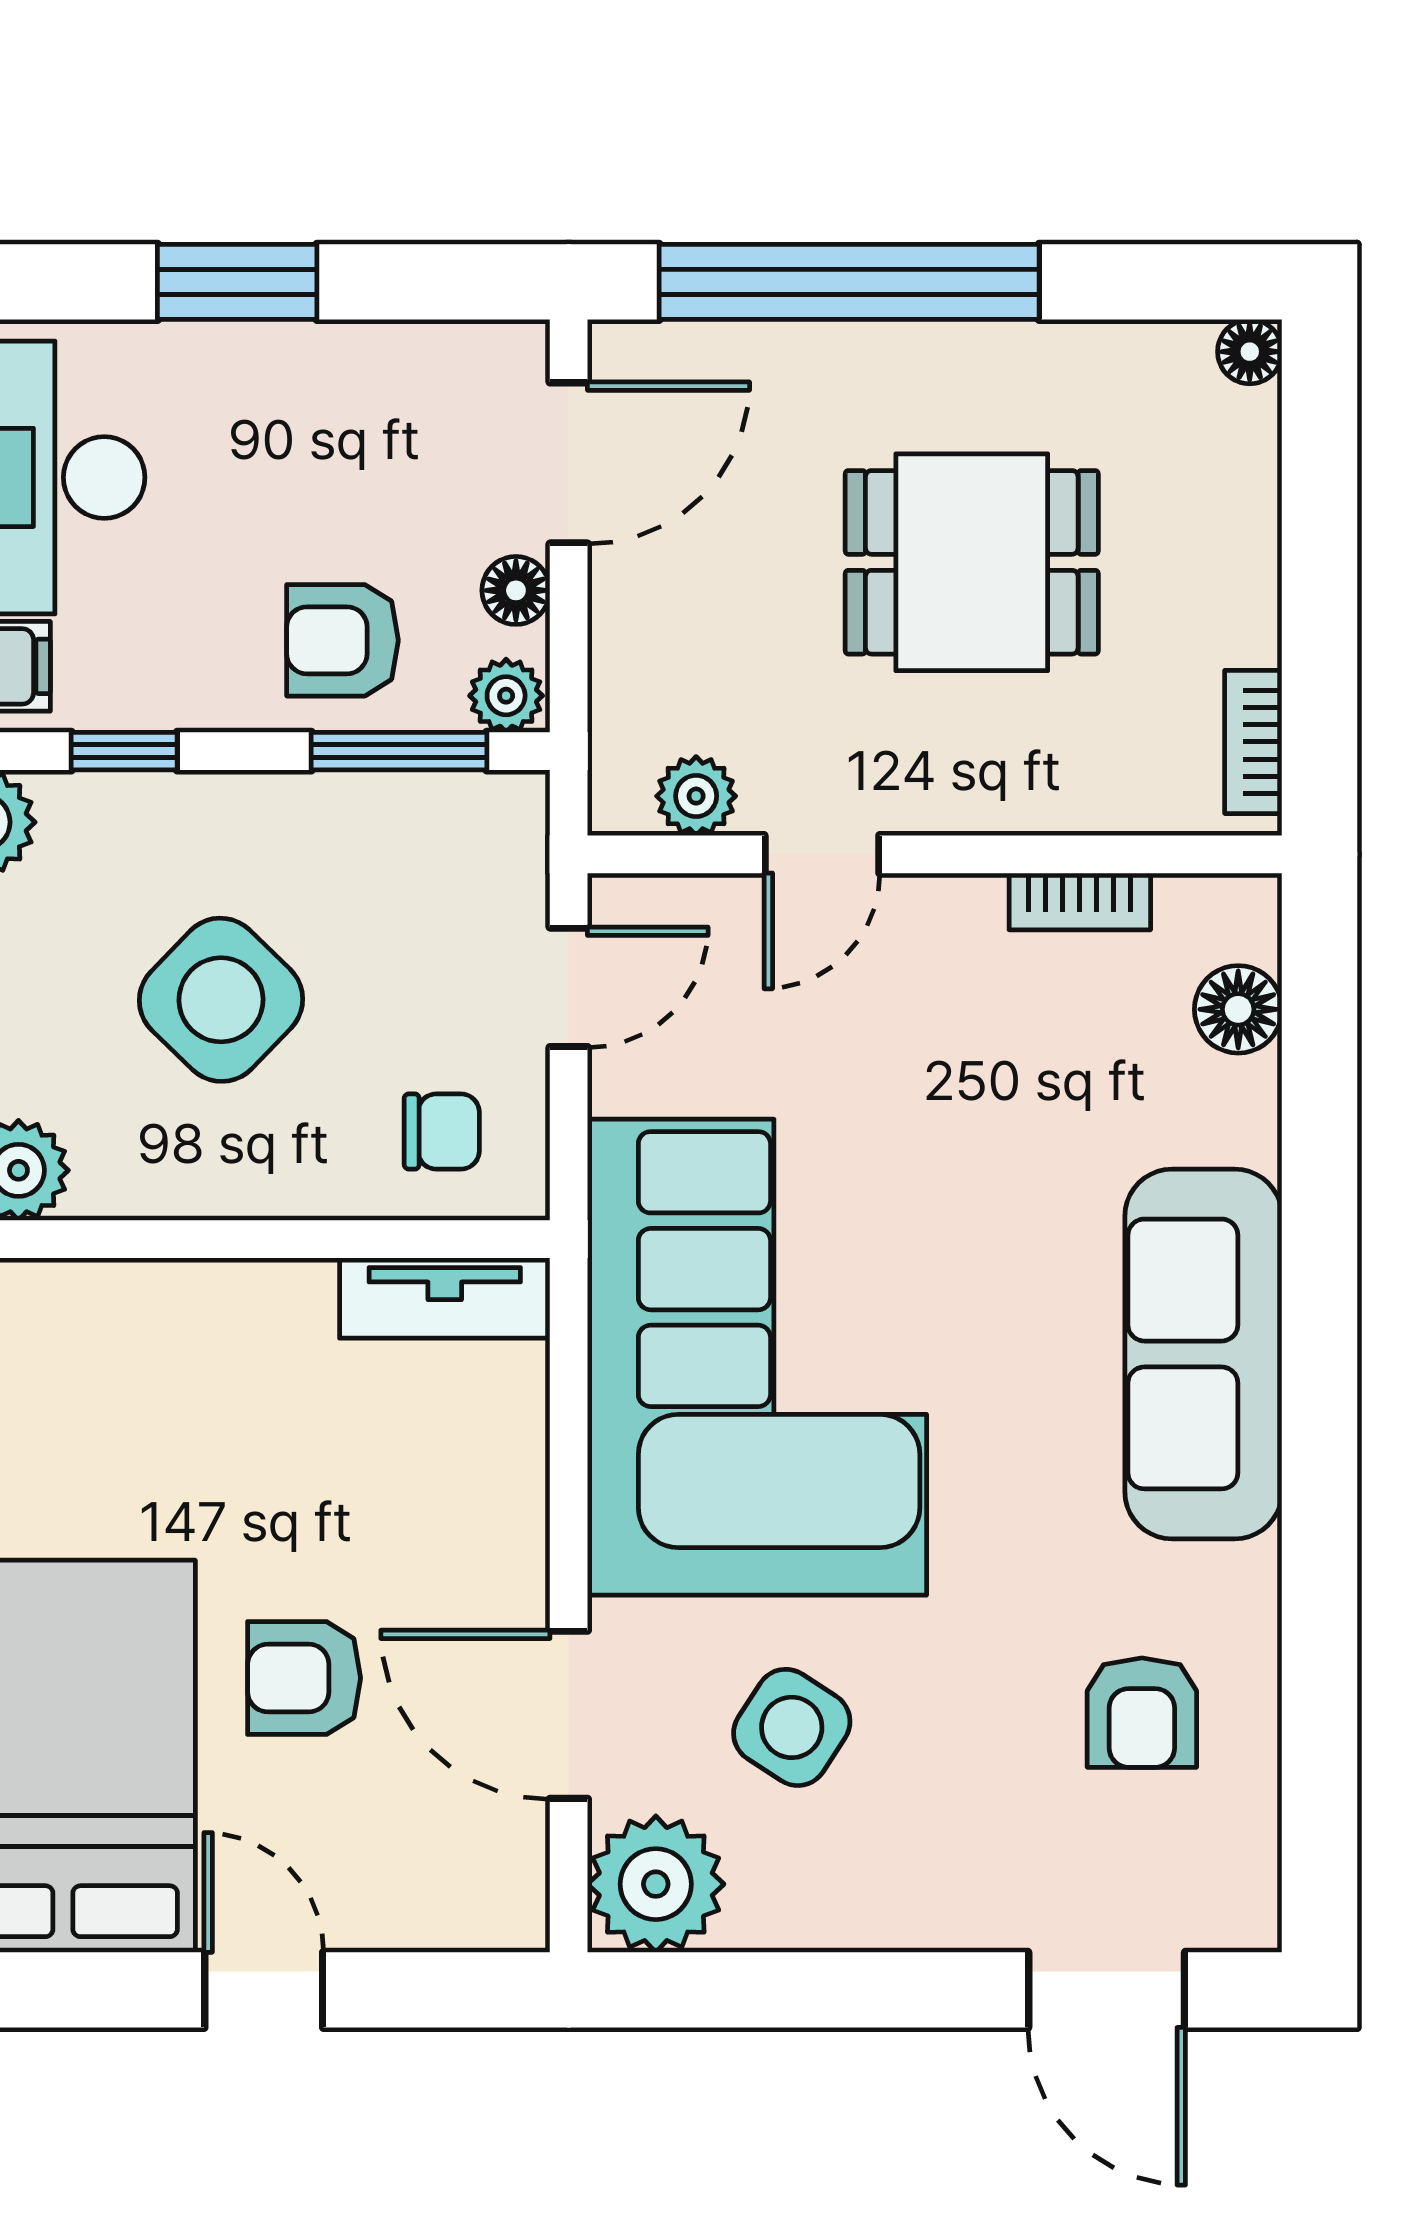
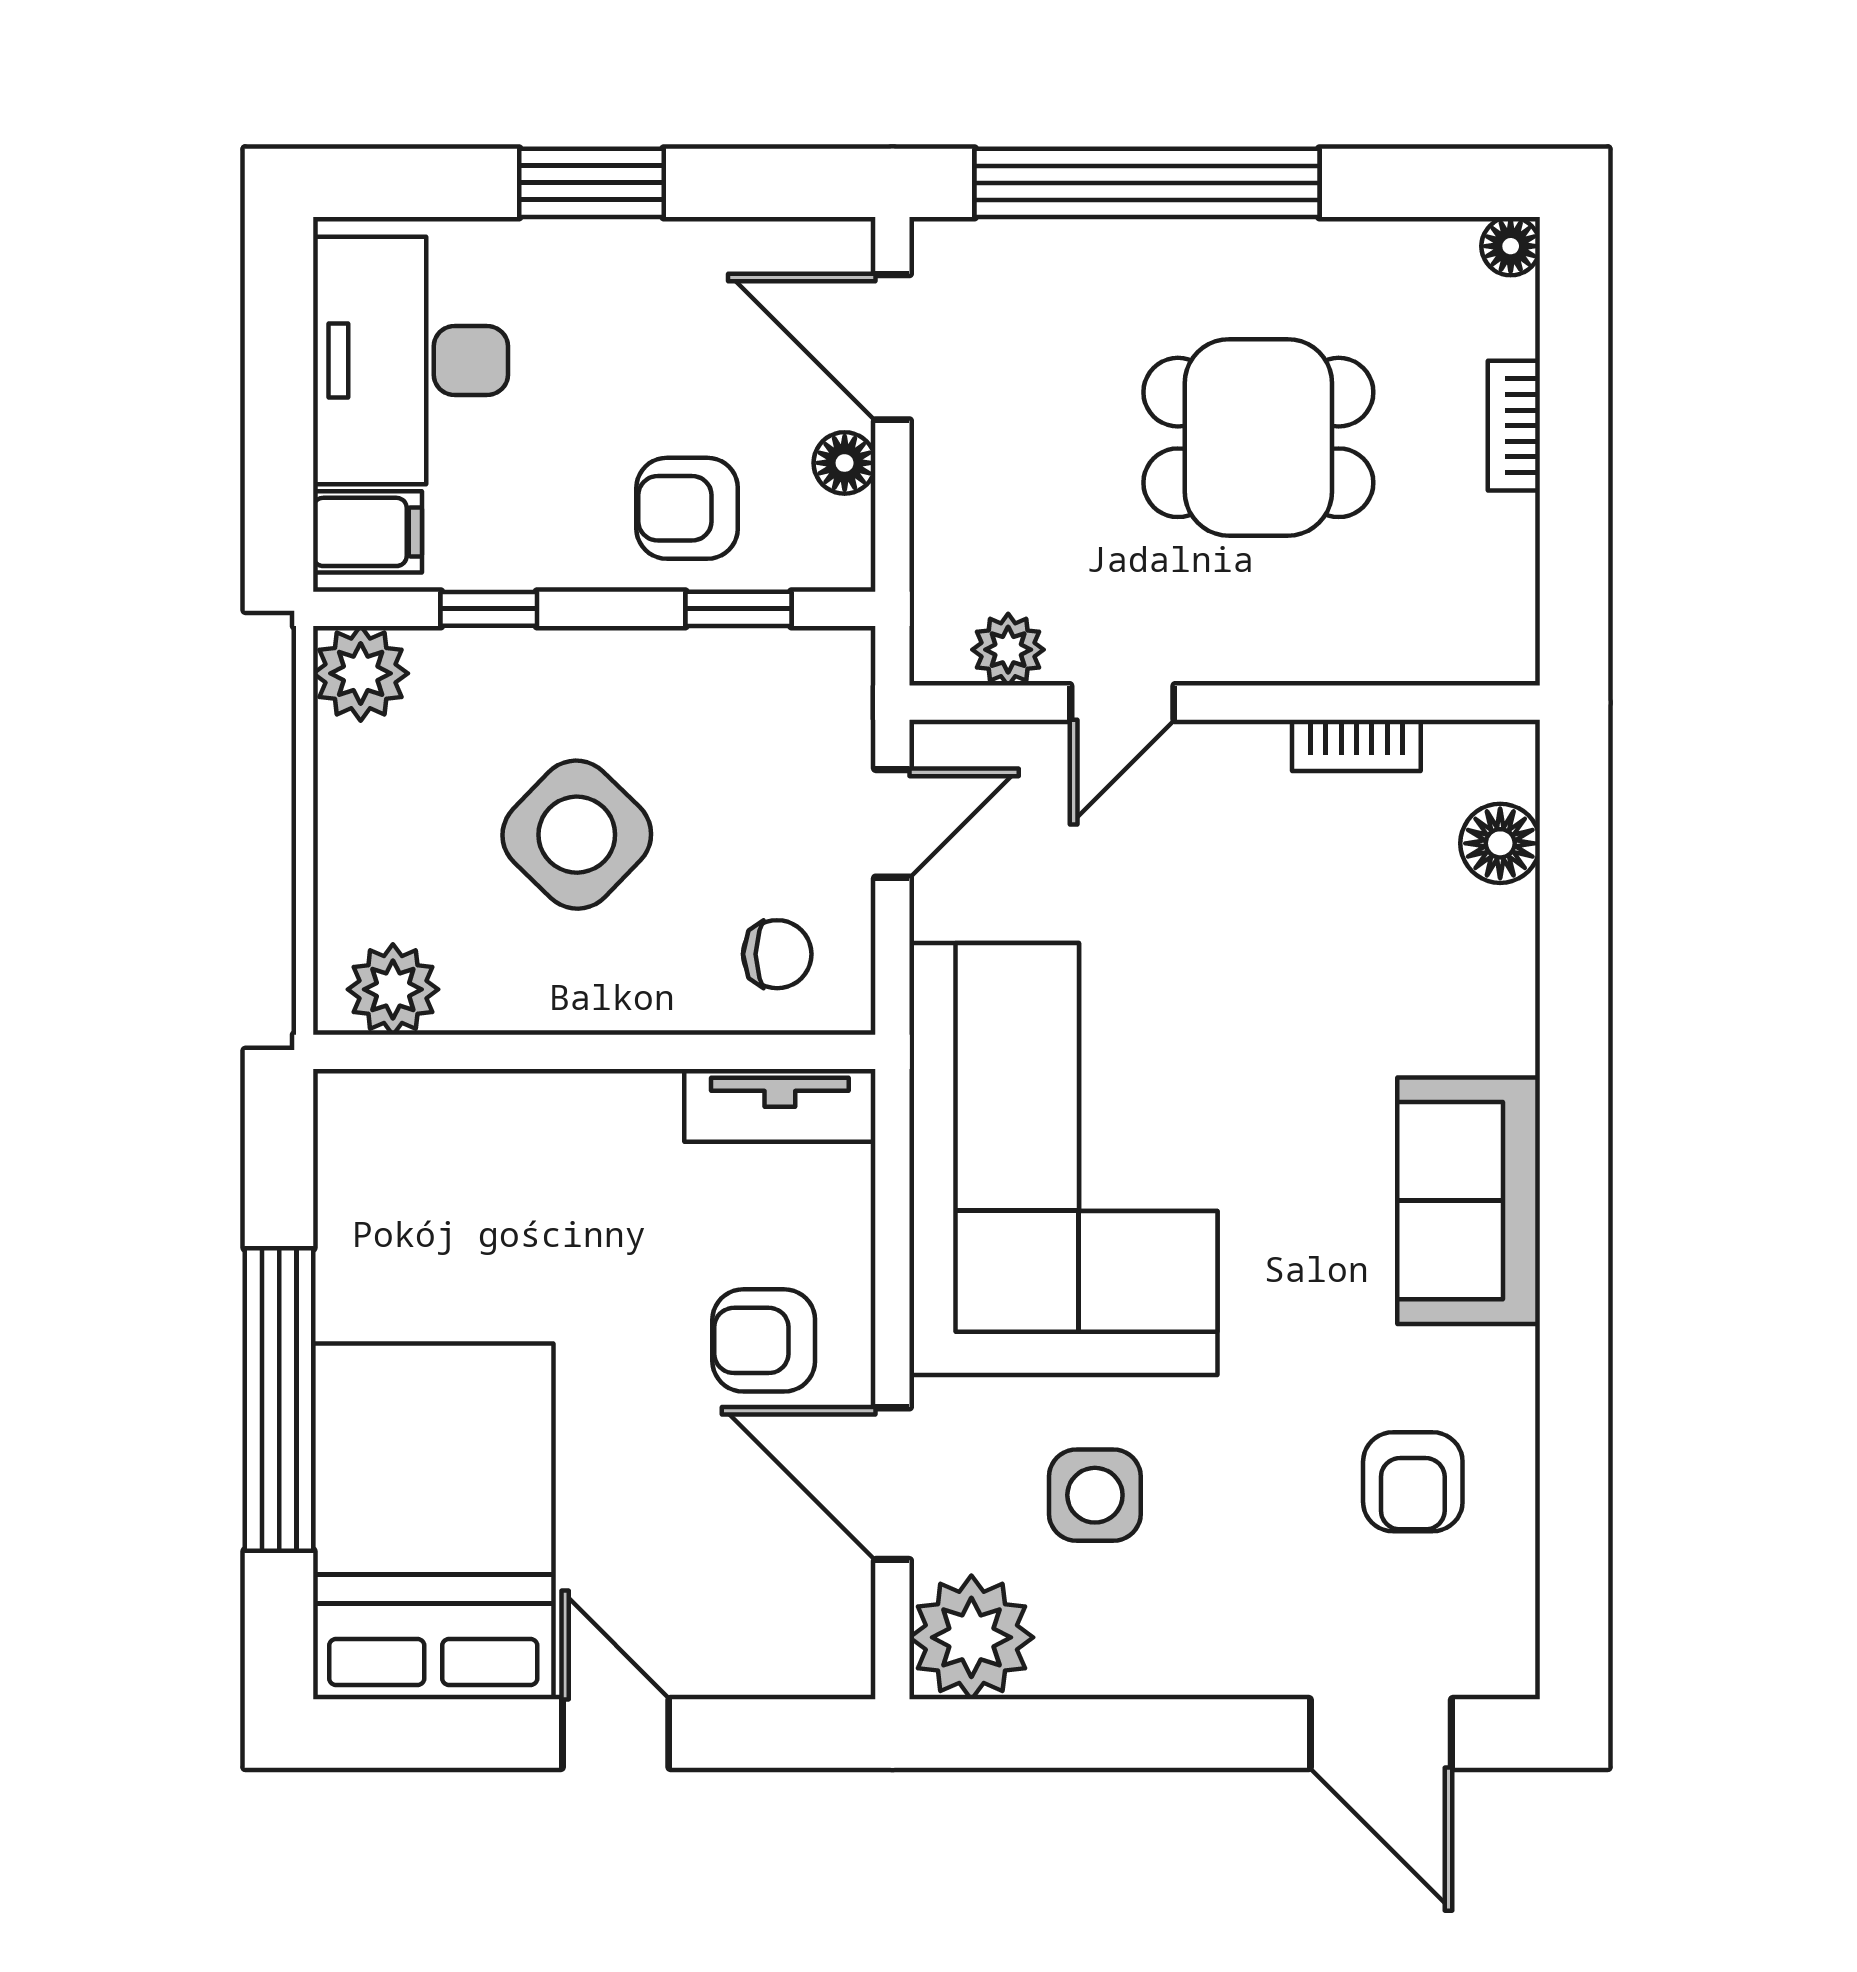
door: (569, 463) -> (892, 347), swing flipped
plant: (506, 696) -> (836, 559), removed
bookcase: (1253, 742) -> (1514, 426), moved
window: (399, 751) -> (738, 609), width x0.67
sofa: (1203, 1354) -> (1469, 1201), width x0.73
armchair: (304, 1678) -> (764, 1340), moved
side table: (792, 1727) -> (1095, 1495), turned -33

